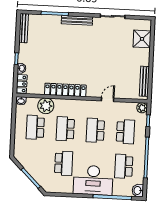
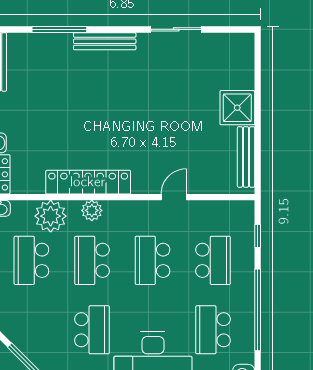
shower: (142, 39) -> (237, 108), moved
plant: (142, 108) -> (92, 210), moved

